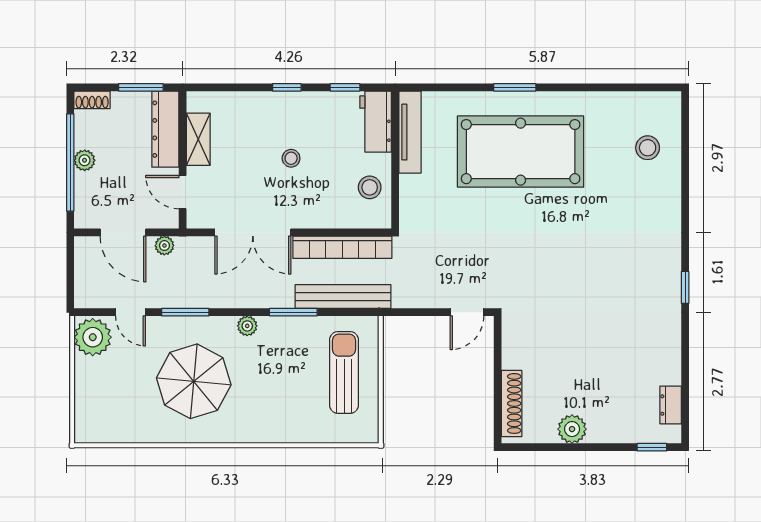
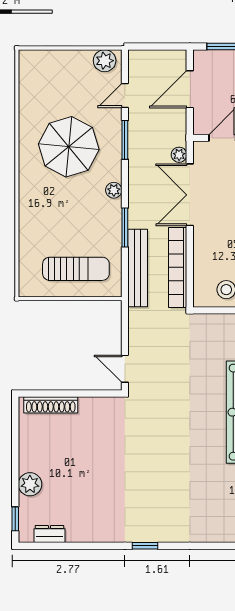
plant: (164, 246) -> (179, 155), moved
plant: (93, 337) -> (105, 61), width x0.73, depth x0.73
plant: (572, 429) -> (30, 484), moved

